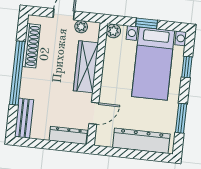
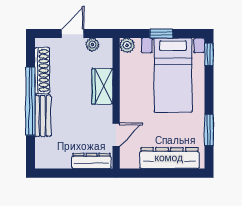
wardrobe: (86, 67) -> (102, 86), width x0.67
window: (187, 67) -> (209, 54), moved
bench: (24, 118) -> (43, 116), moved

